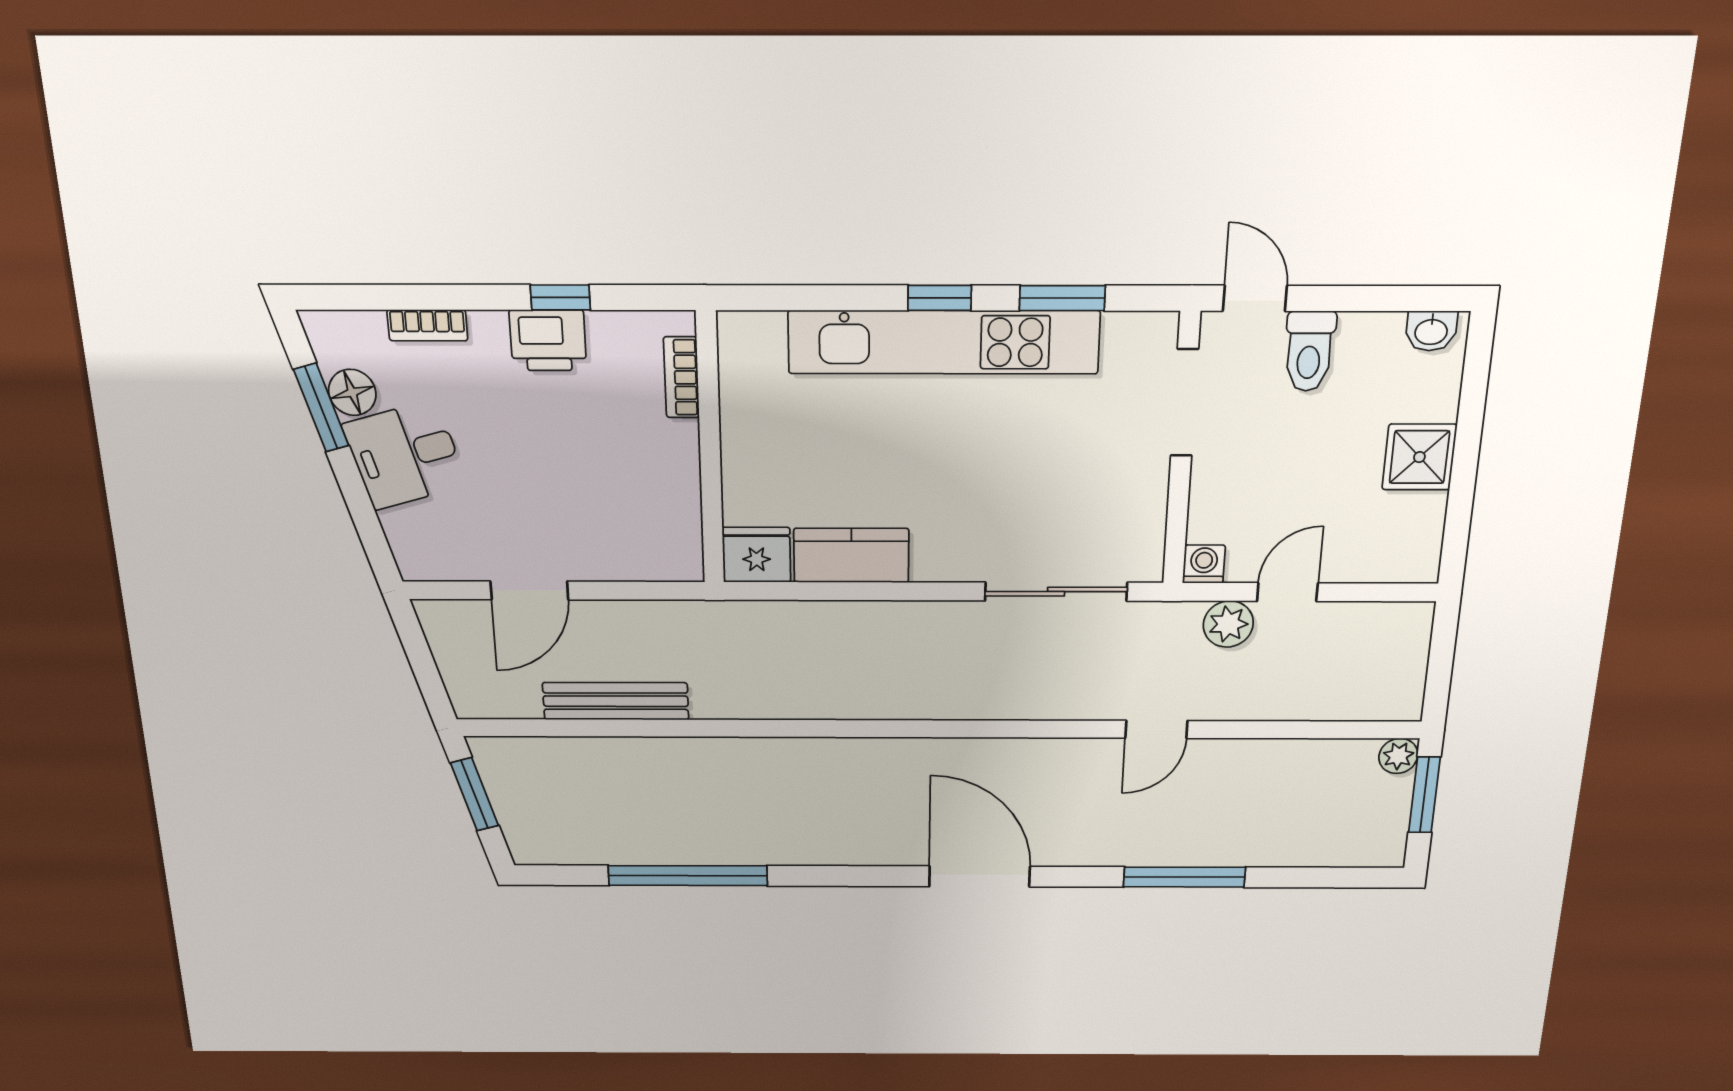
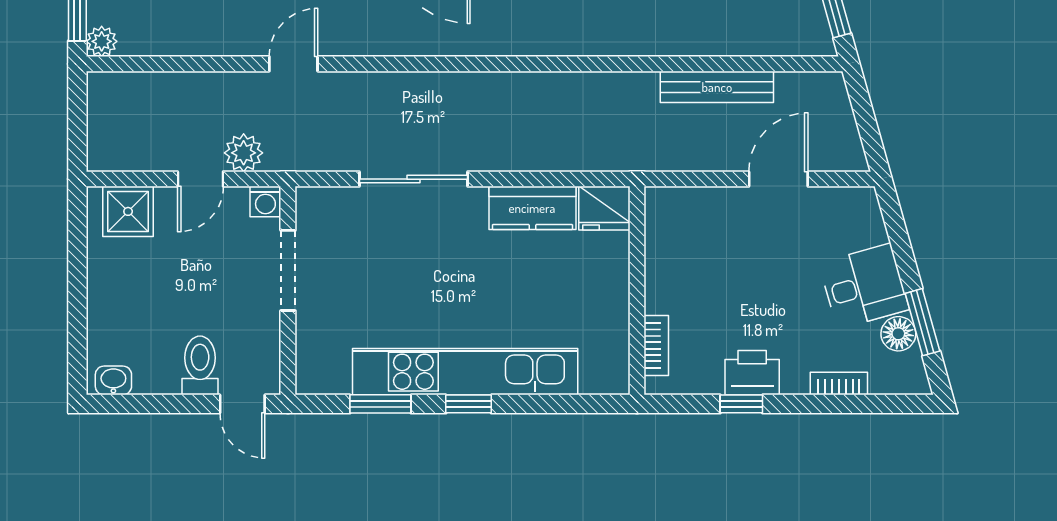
doorway: (1185, 403) -> (288, 270), moved
shower: (1419, 457) -> (128, 211), moved
sliding door: (1056, 592) -> (413, 179), moved

